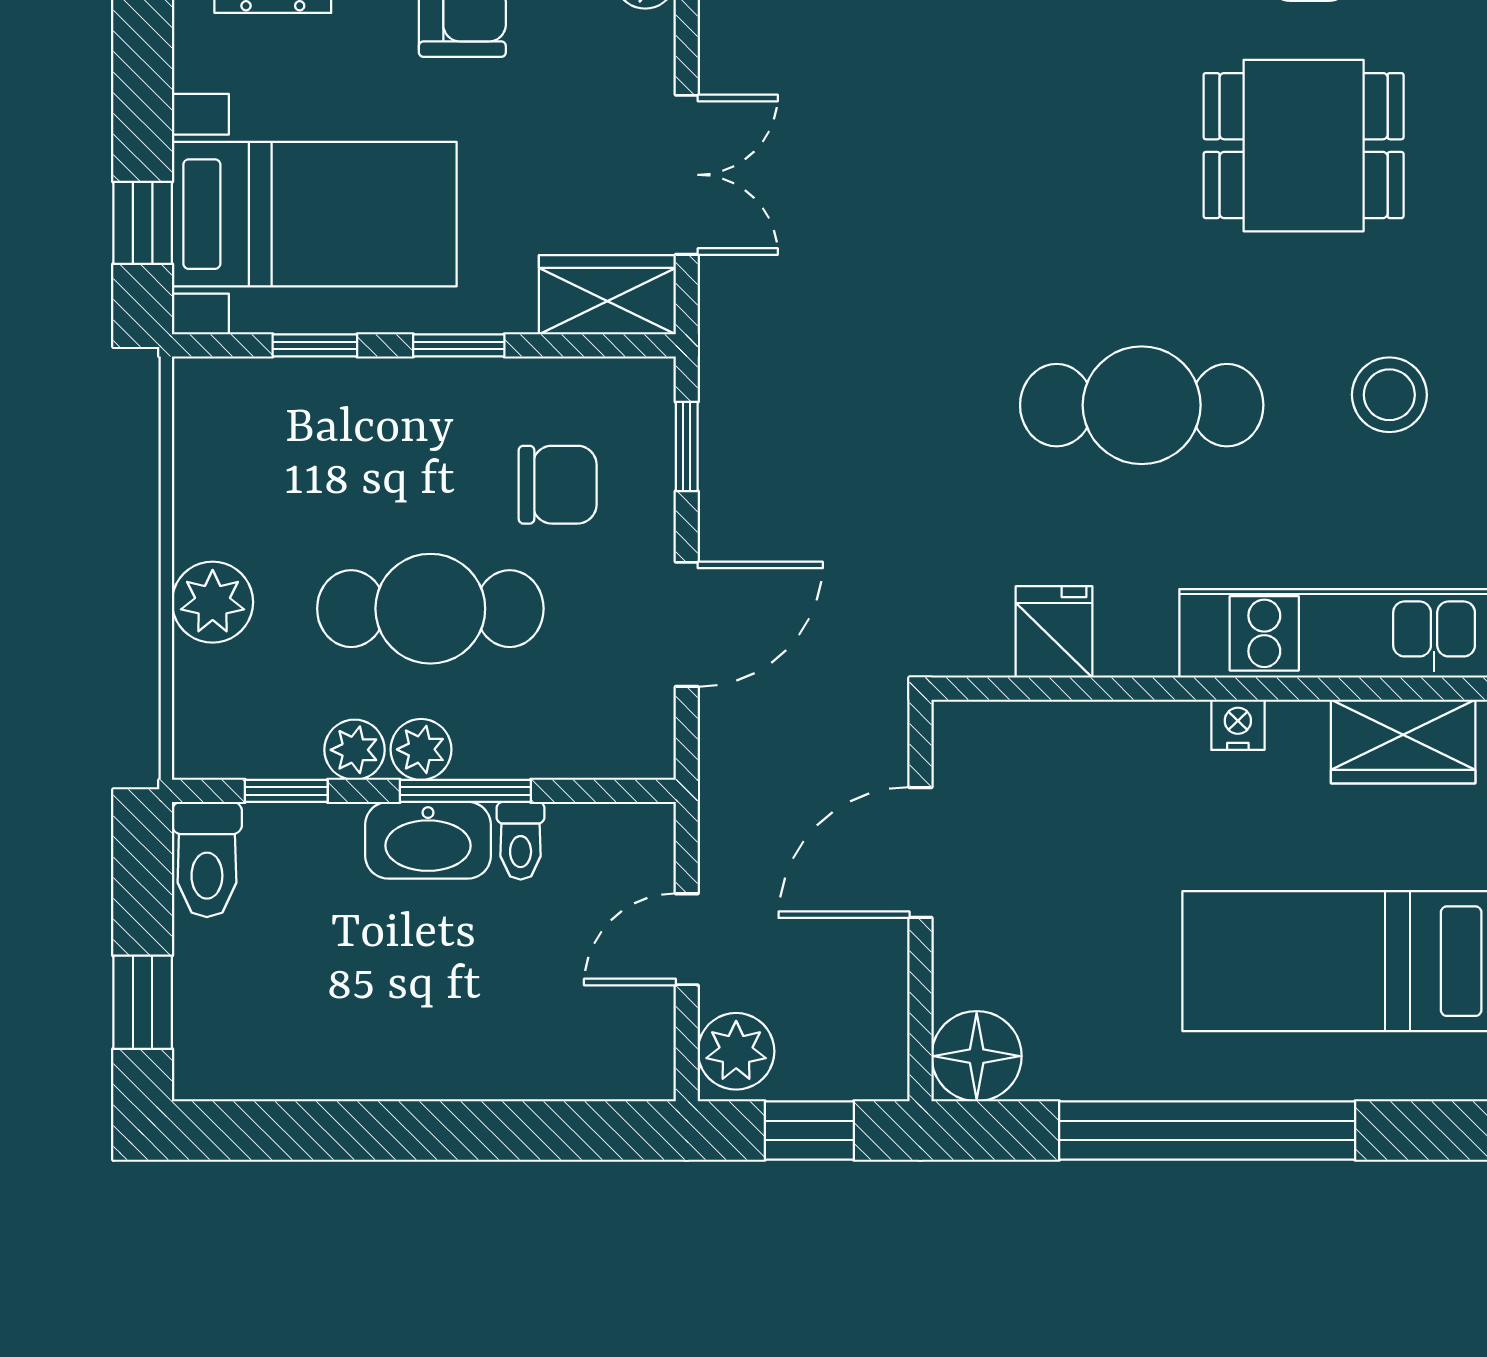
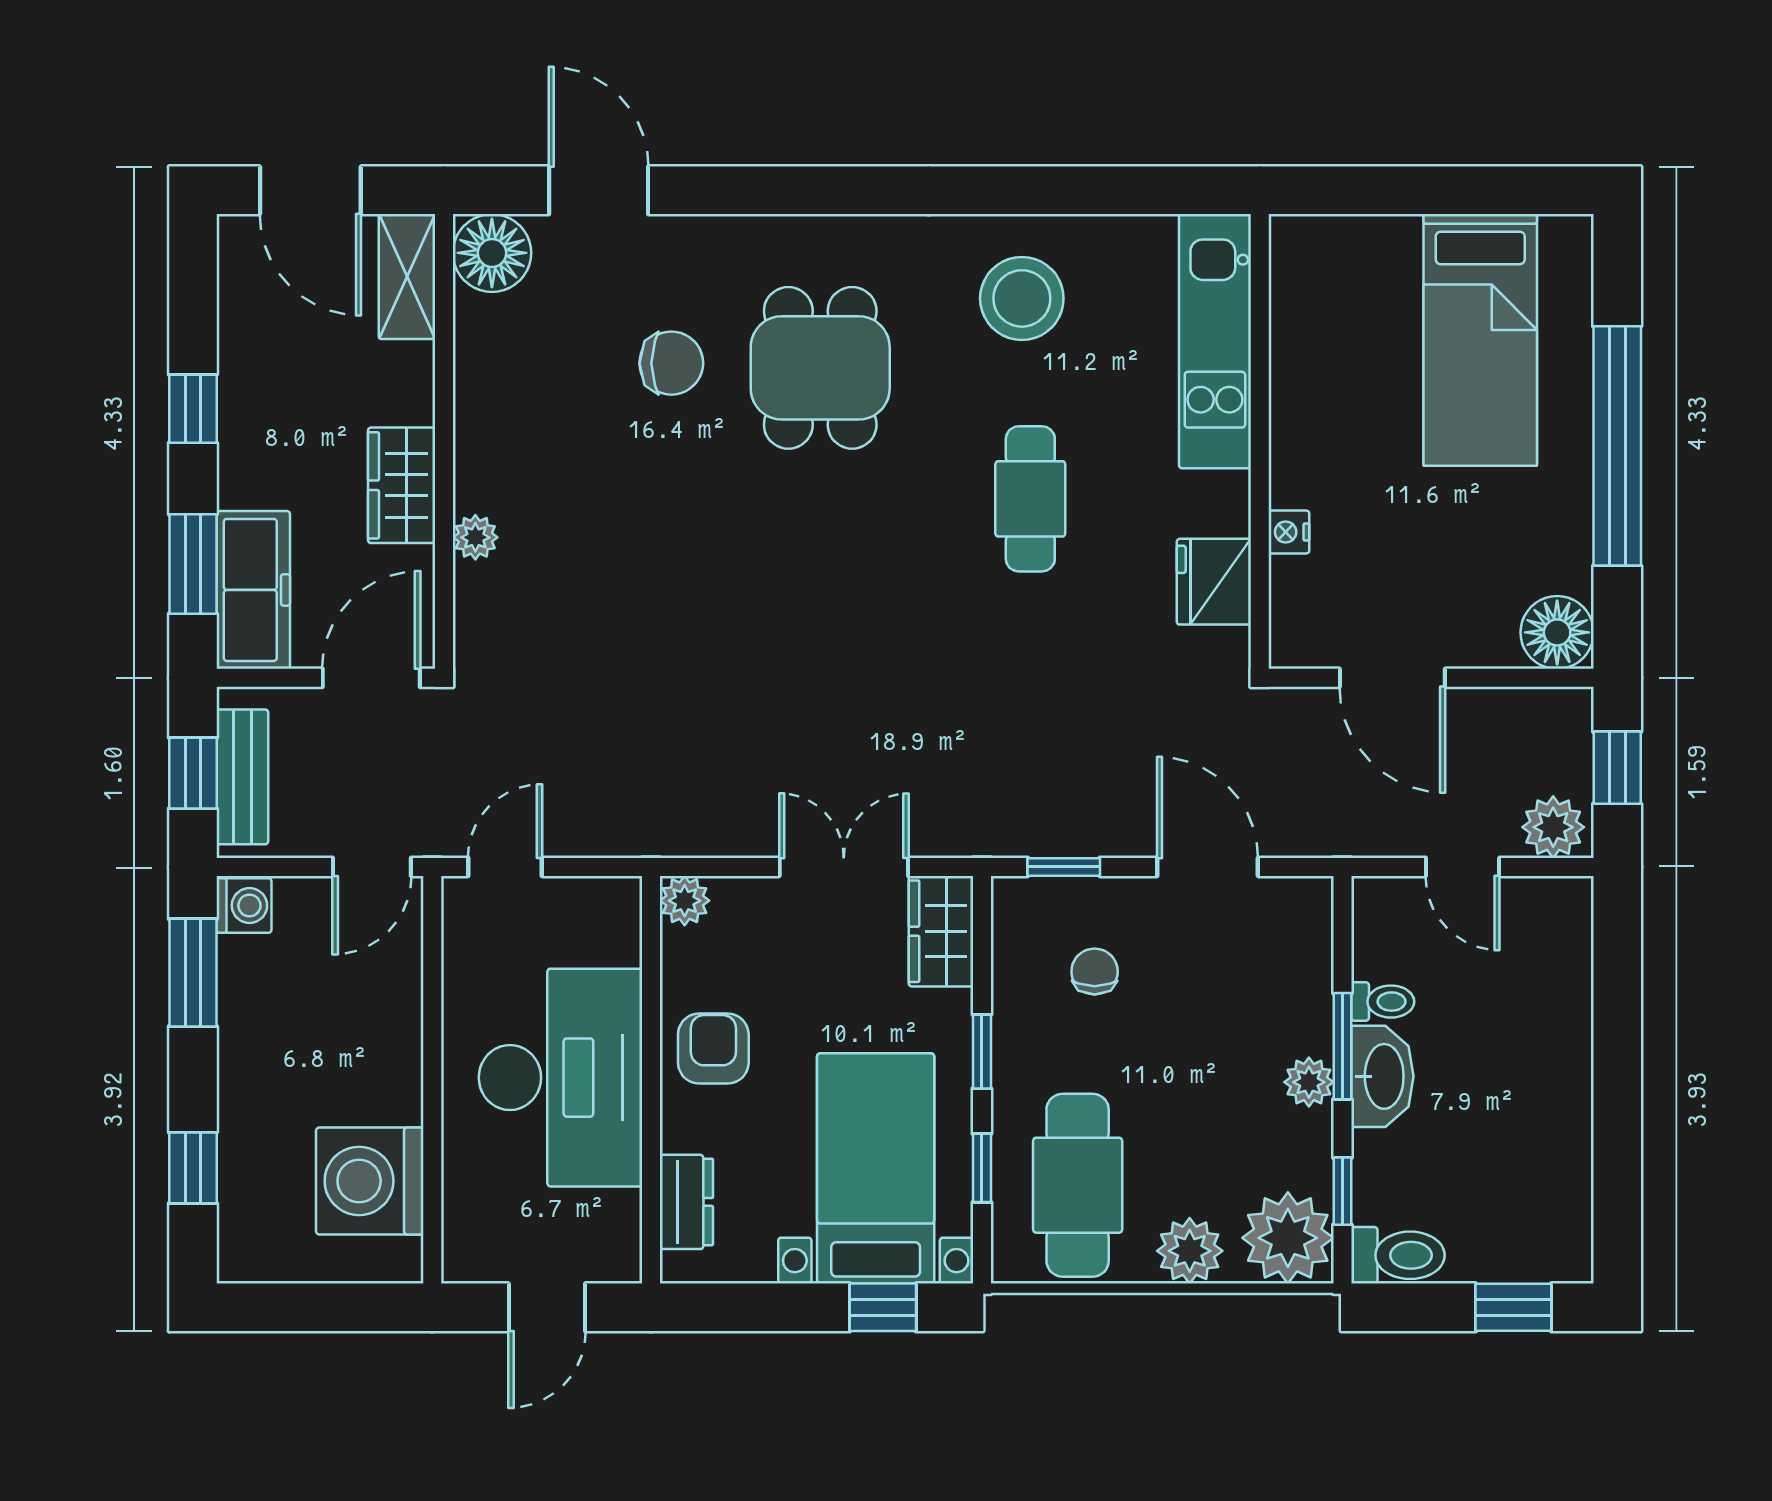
stool: (1389, 395) -> (1022, 298), width x1.38, depth x1.38
cafe table: (1142, 405) -> (1030, 499), width x0.73, depth x0.74
chair: (558, 485) -> (1095, 972), width x0.73, depth x0.73
cafe table: (430, 609) -> (1078, 1185), moved
fridge: (1054, 632) -> (1214, 582), width x1.38
nightstand: (1238, 725) -> (1289, 532), moved
wardrobe: (1403, 741) -> (1302, 287), removed
plant: (355, 750) -> (1288, 1238), moved, width x1.88, depth x1.88

